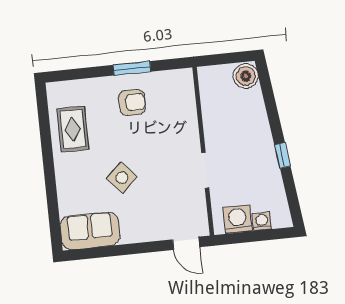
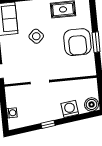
armchair: (132, 102) -> (77, 42), width x1.88, depth x1.88
washing machine: (237, 219) -> (70, 109), moved, turned -97

